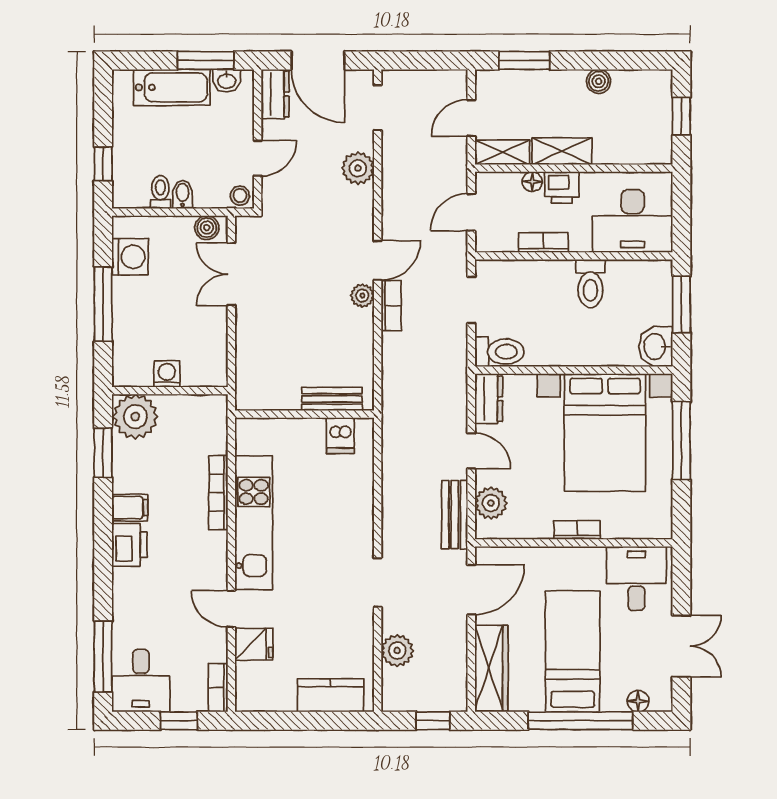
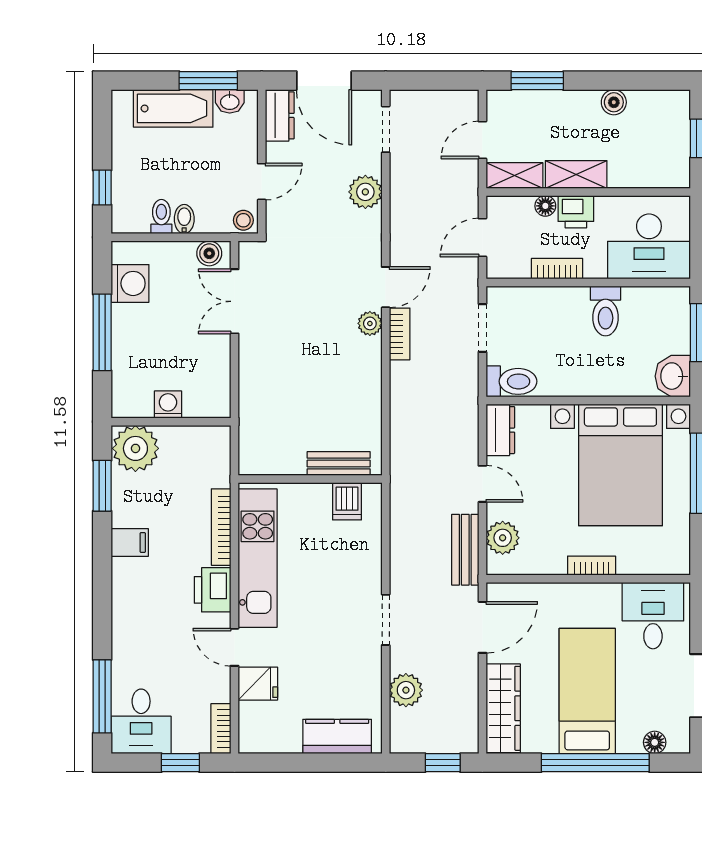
bench: (332, 399) -> (339, 463), moved
wall: (304, 414) -> (310, 479), moved
dishwasher: (340, 436) -> (347, 501), moved
printer: (130, 545) -> (213, 590), moved, turned 180

